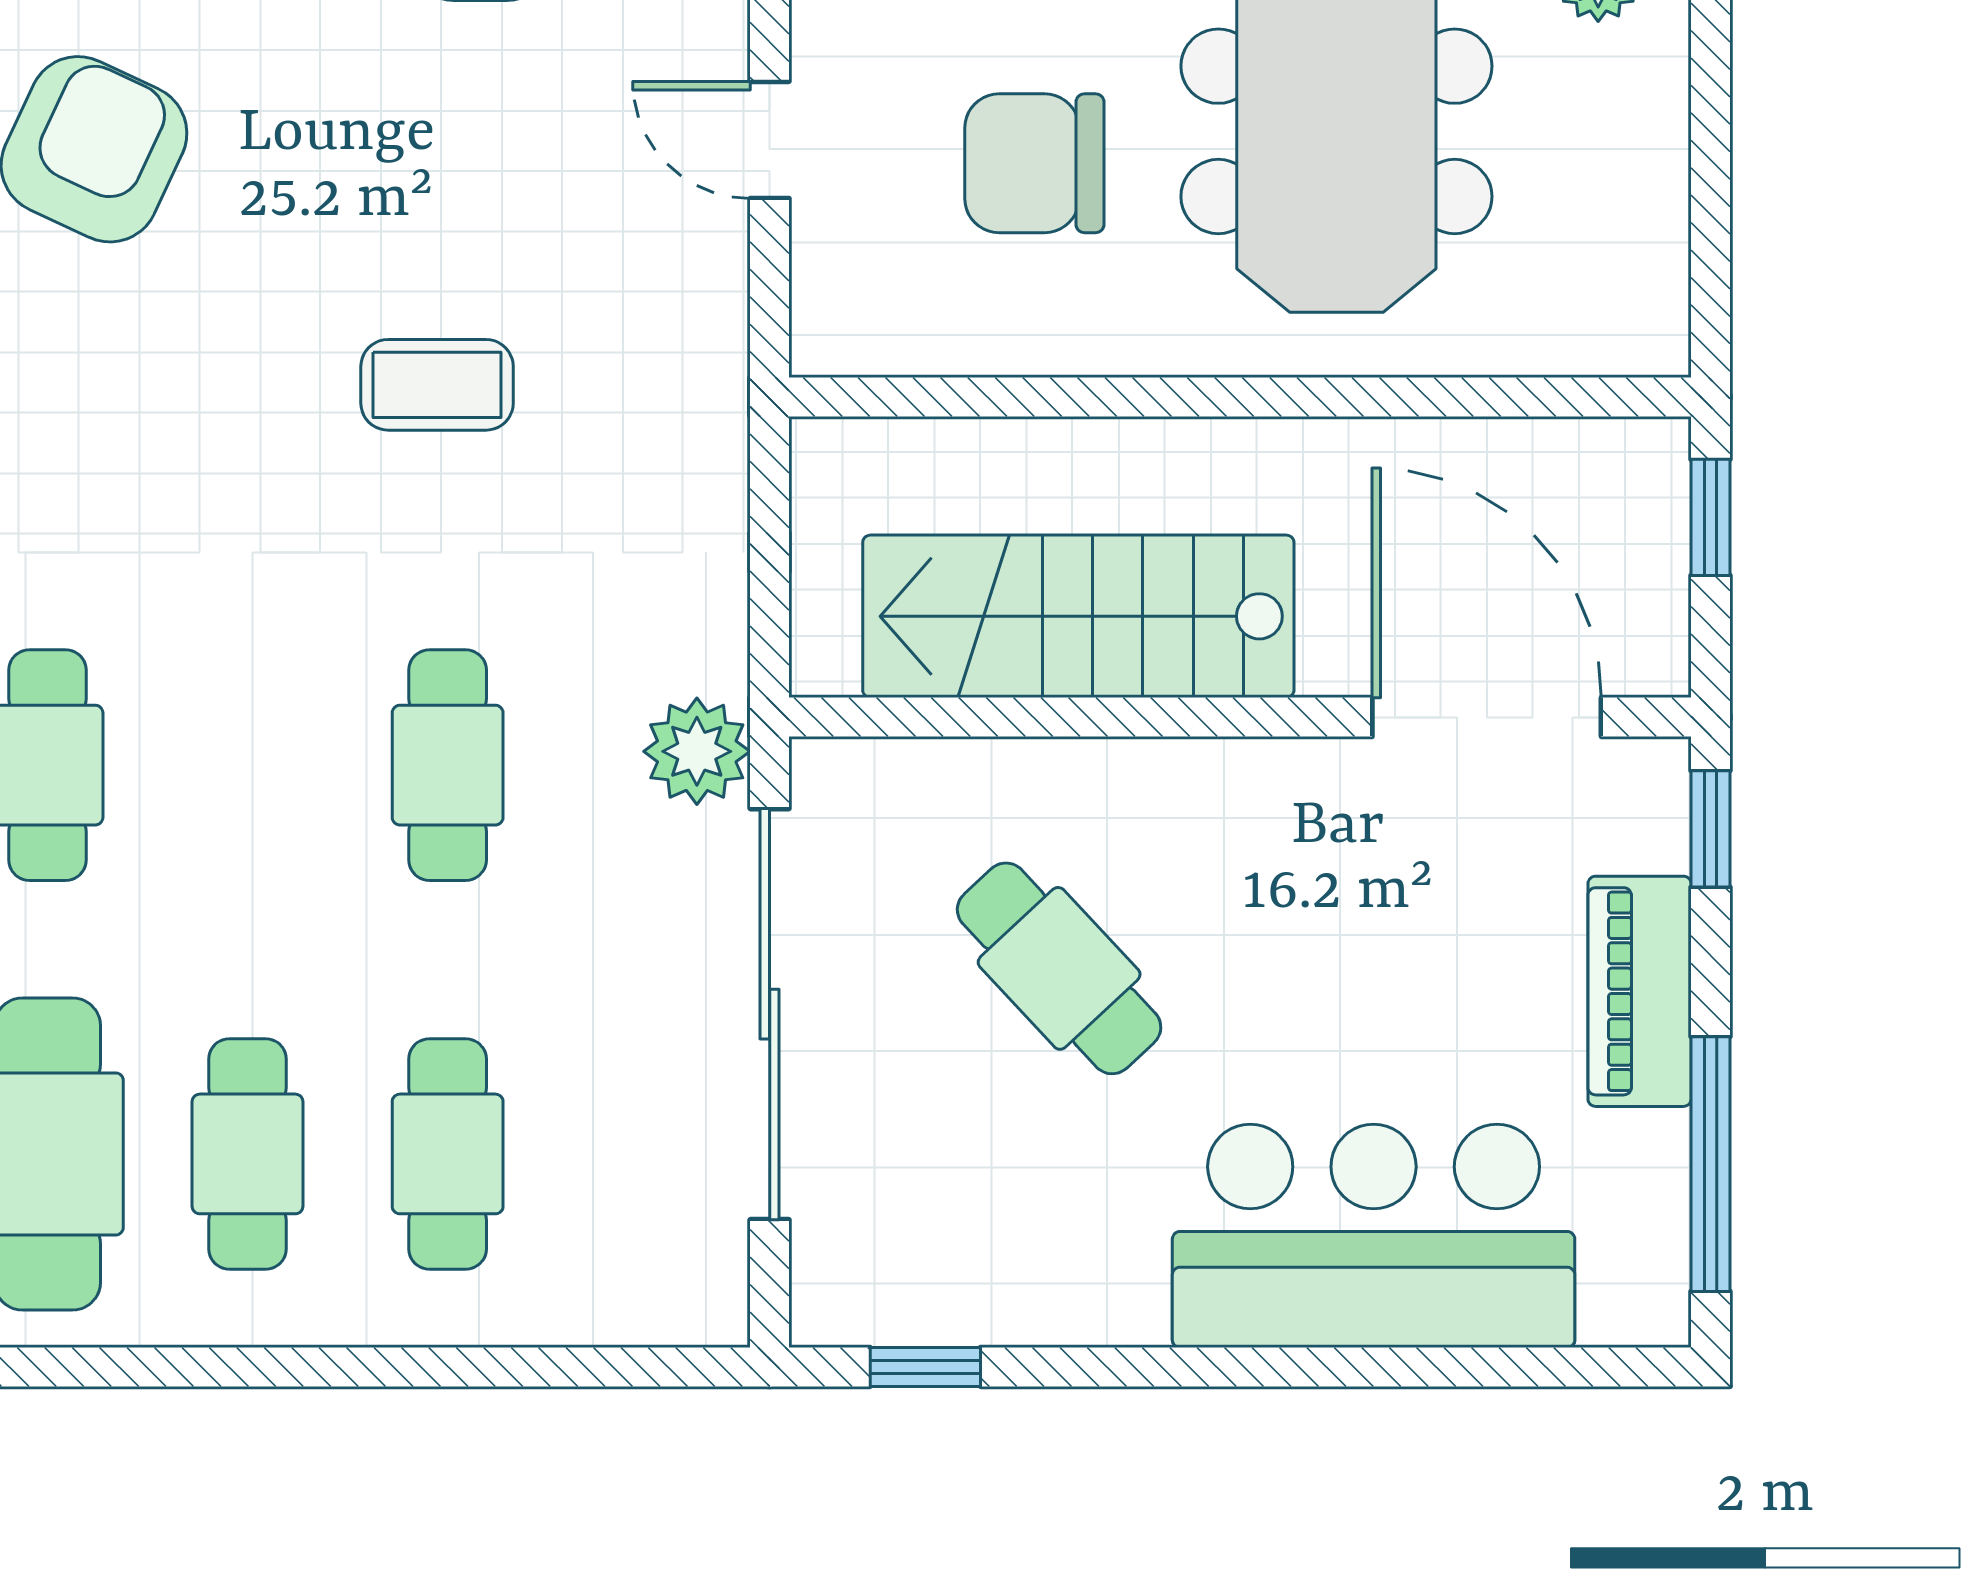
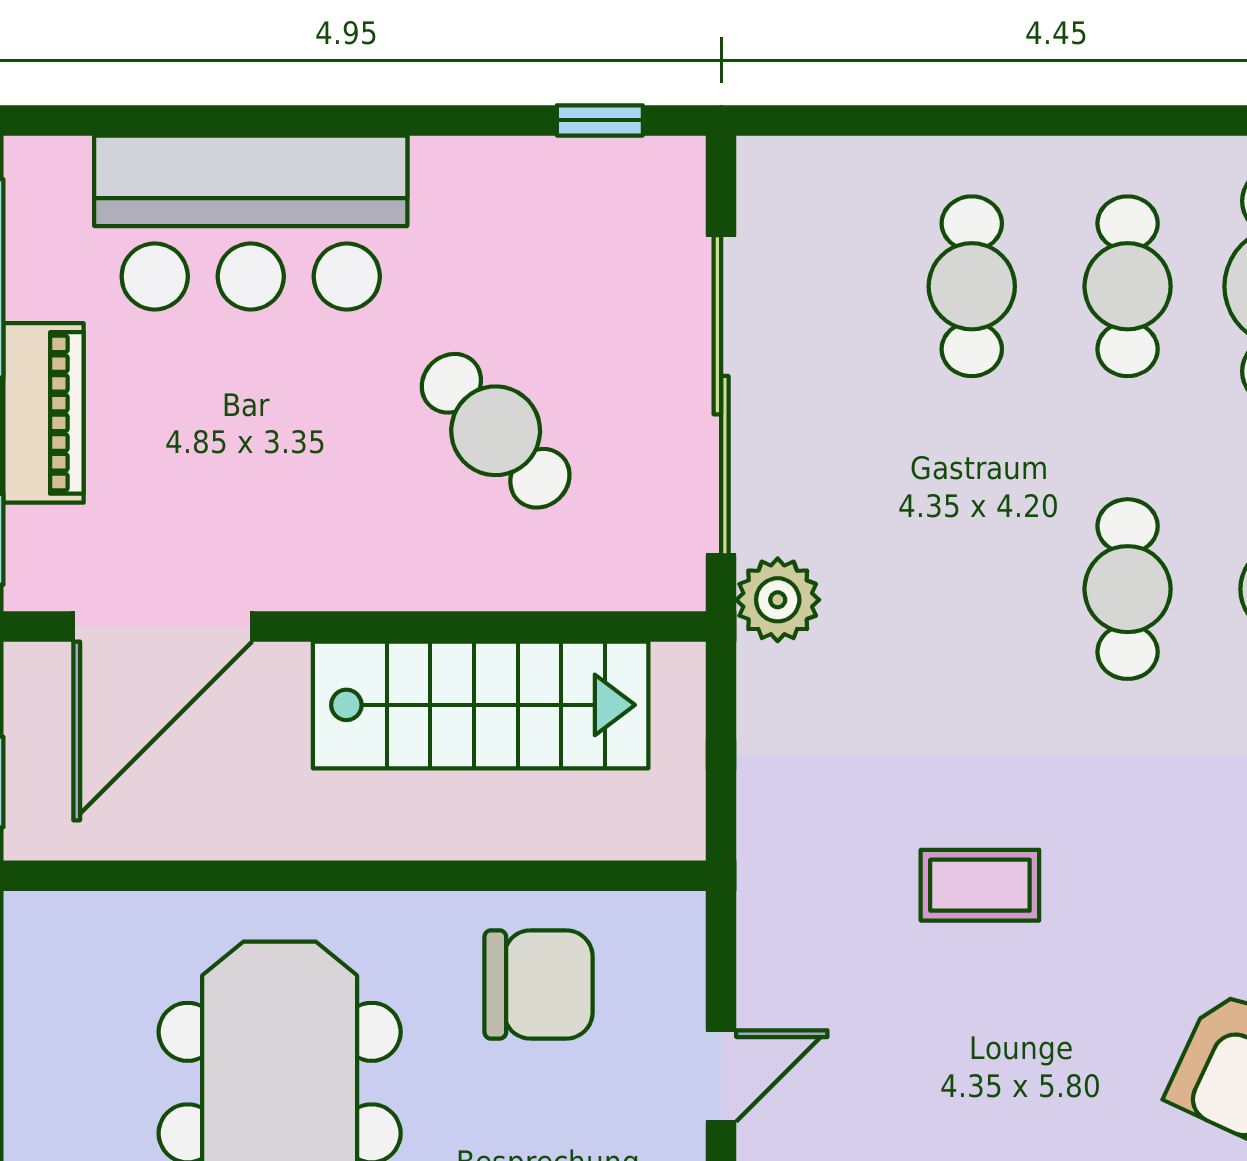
door: (770, 140) -> (721, 1076), hinge flipped
chair: (1034, 163) -> (539, 984), moved
door: (1487, 717) -> (163, 627), hinge flipped
cafe table: (448, 765) -> (1128, 589), moved

